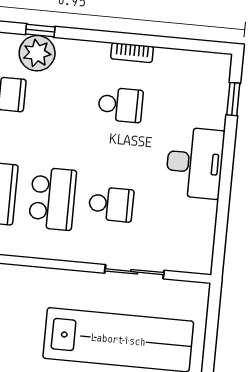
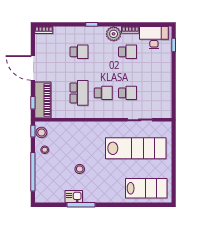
plant: (37, 53) -> (114, 34), moved
desk: (195, 163) -> (154, 38), moved, turned -90
school desk: (52, 199) -> (103, 93), width x0.54

